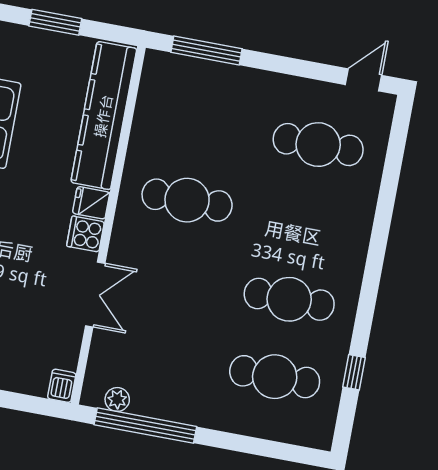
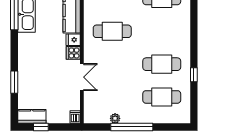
window: (354, 372) -> (194, 75), moved
plant: (117, 399) -> (115, 118), moved
window: (145, 426) -> (132, 127), moved

